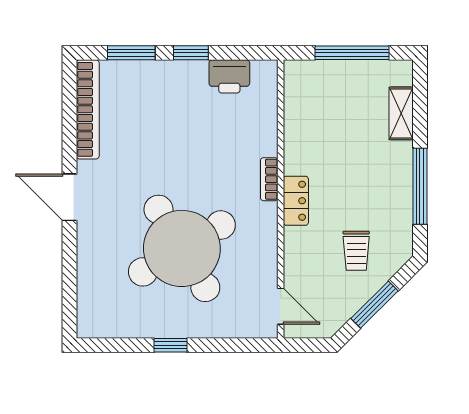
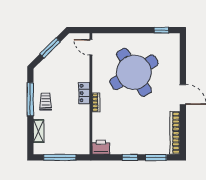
printer: (229, 76) -> (101, 147), moved
trolley: (356, 251) -> (46, 102), moved
window: (170, 345) -> (161, 30), moved

